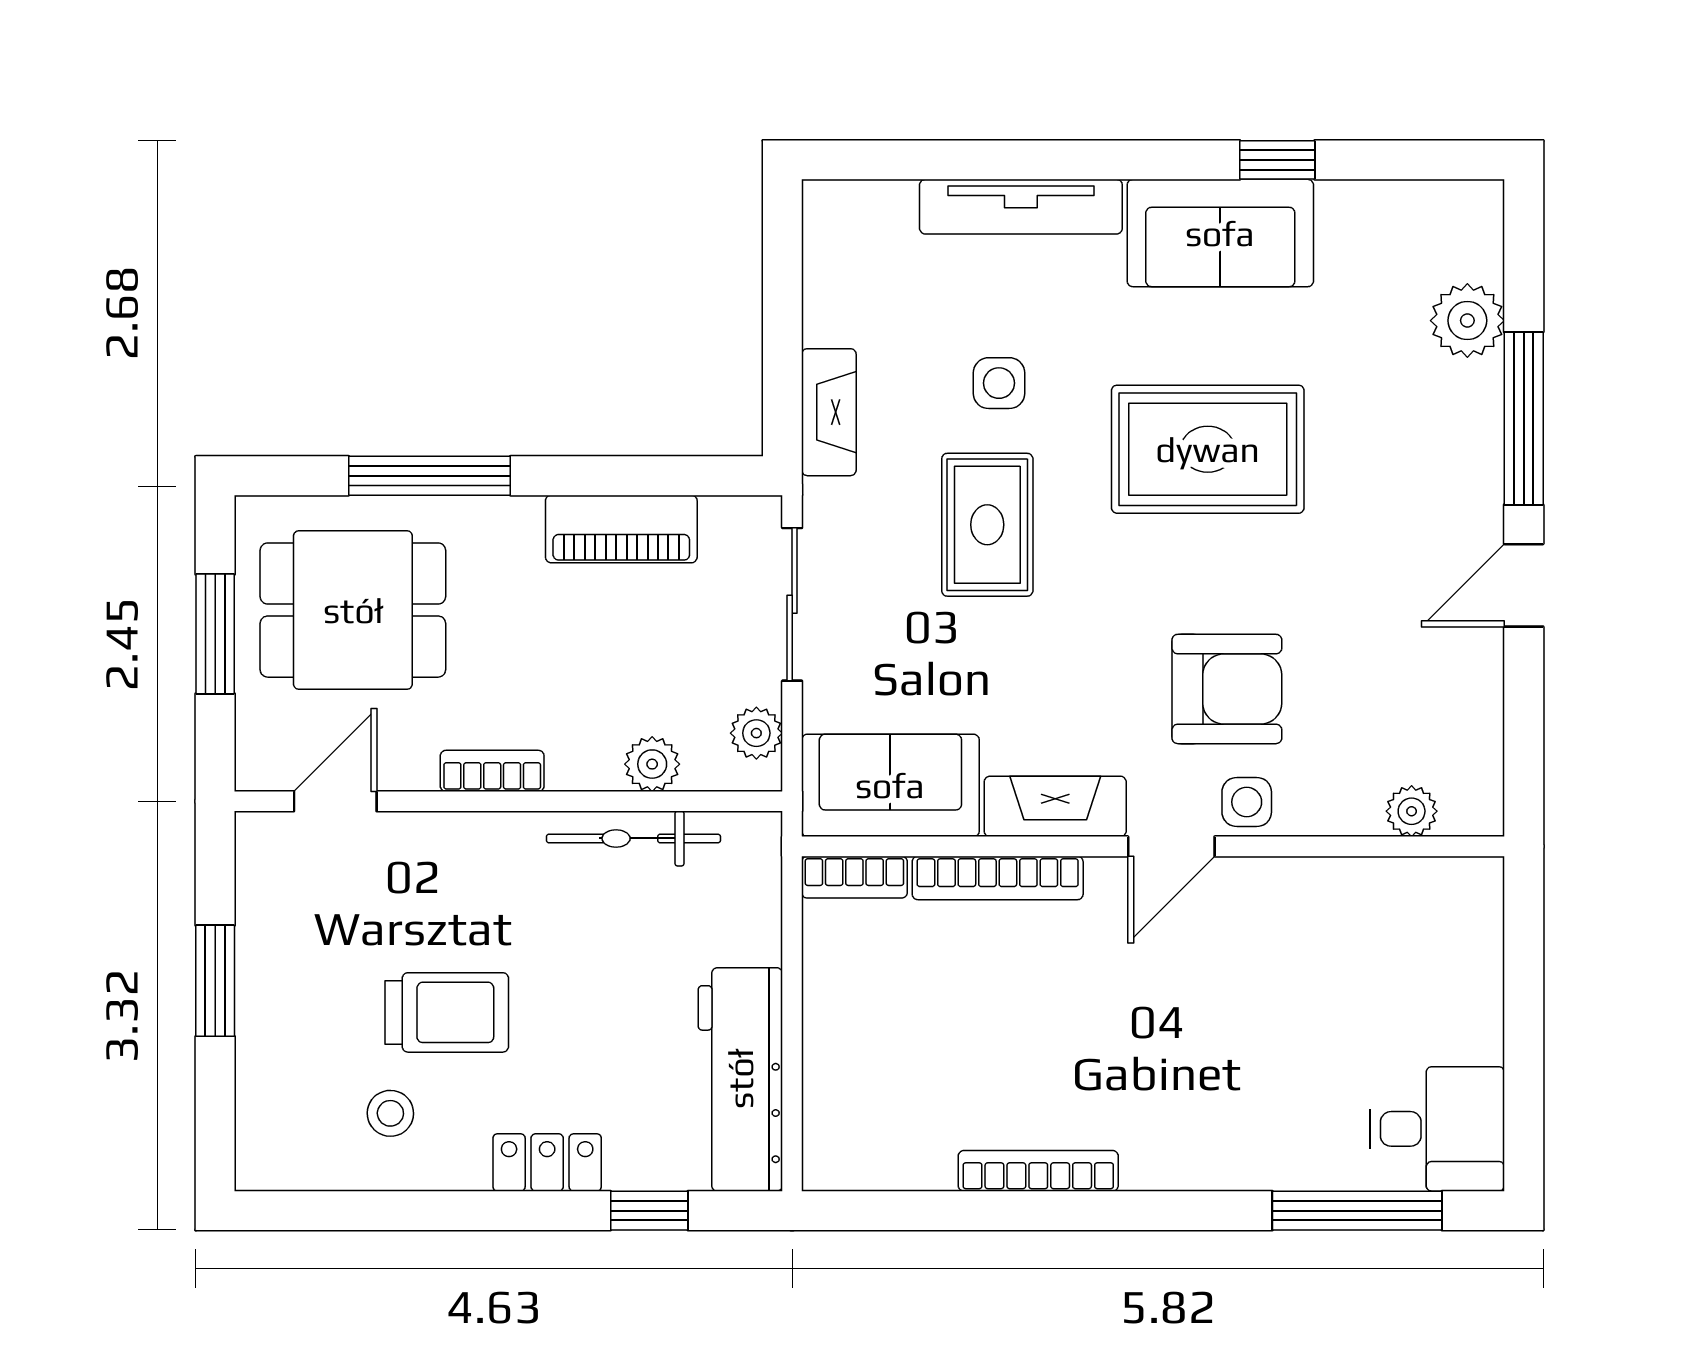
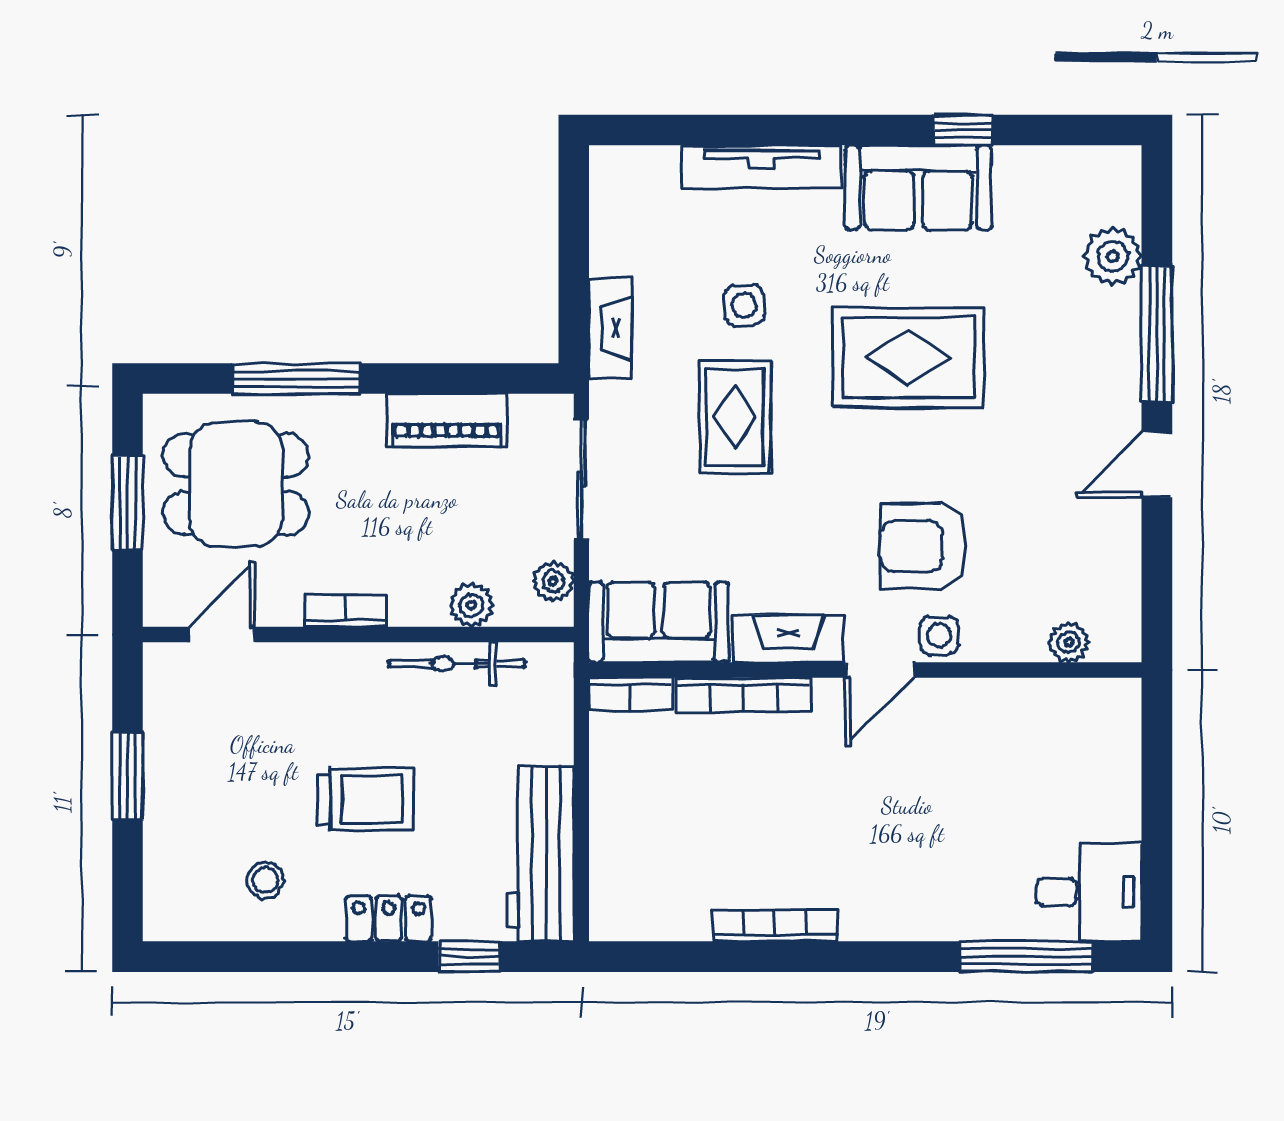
armchair: (1227, 689) -> (923, 546), turned 180
trolley: (447, 1012) -> (365, 799), moved

